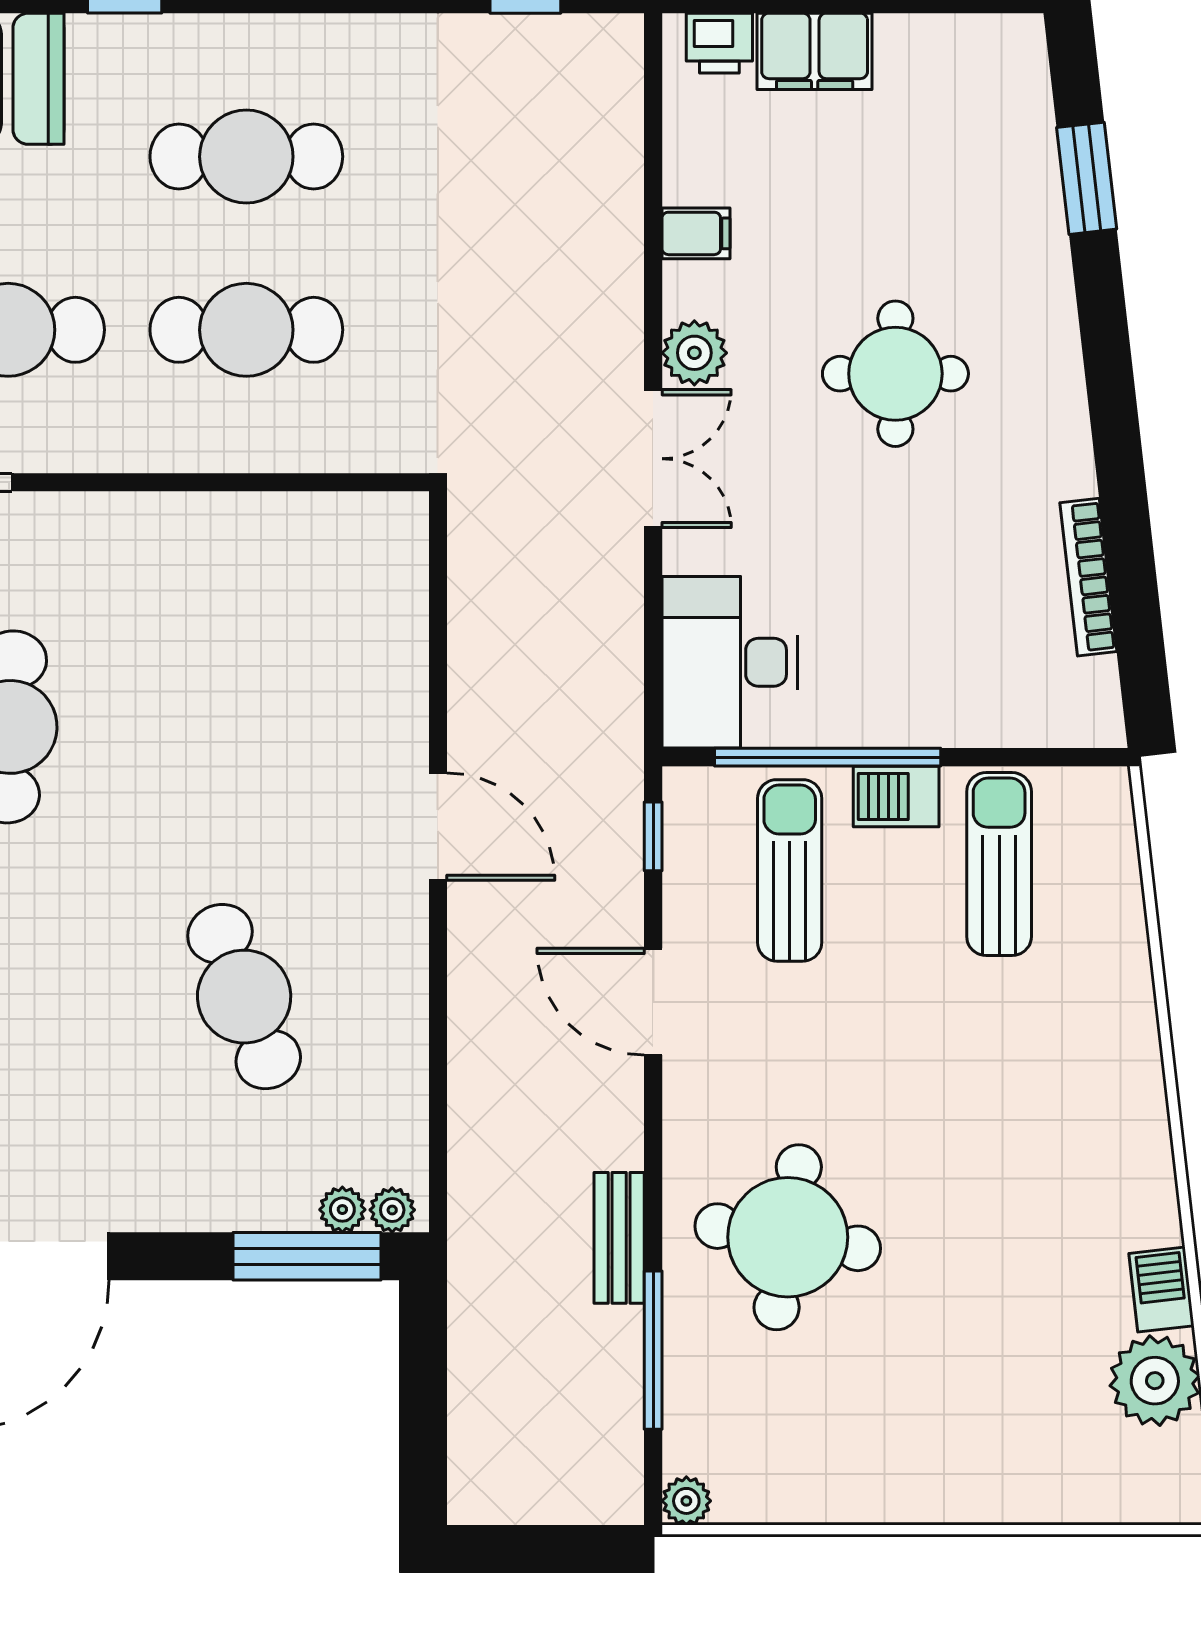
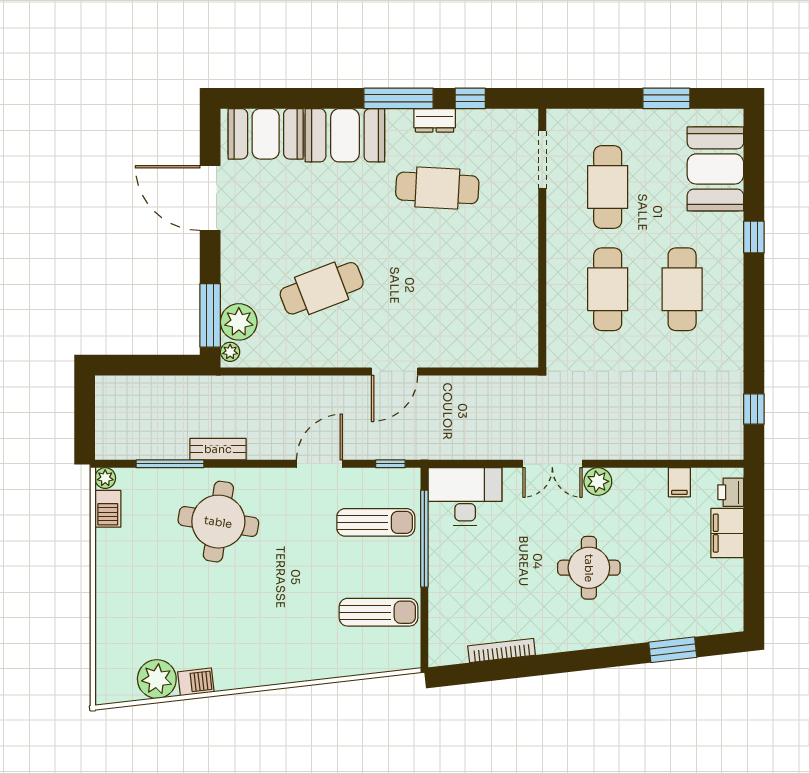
filing cabinet: (696, 233) -> (679, 482), moved
barbecue: (896, 796) -> (108, 509), moved, turned 180
plant: (342, 1210) -> (239, 322), width x1.87, depth x1.87

